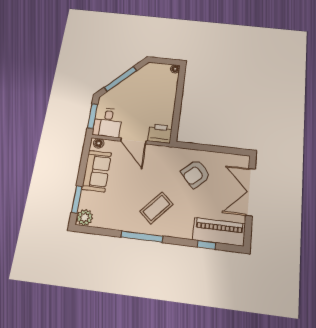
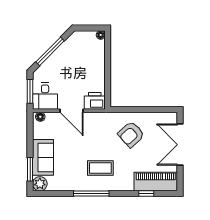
sofa: (97, 171) -> (43, 157), moved
coffee table: (156, 208) -> (100, 168), turned 48

